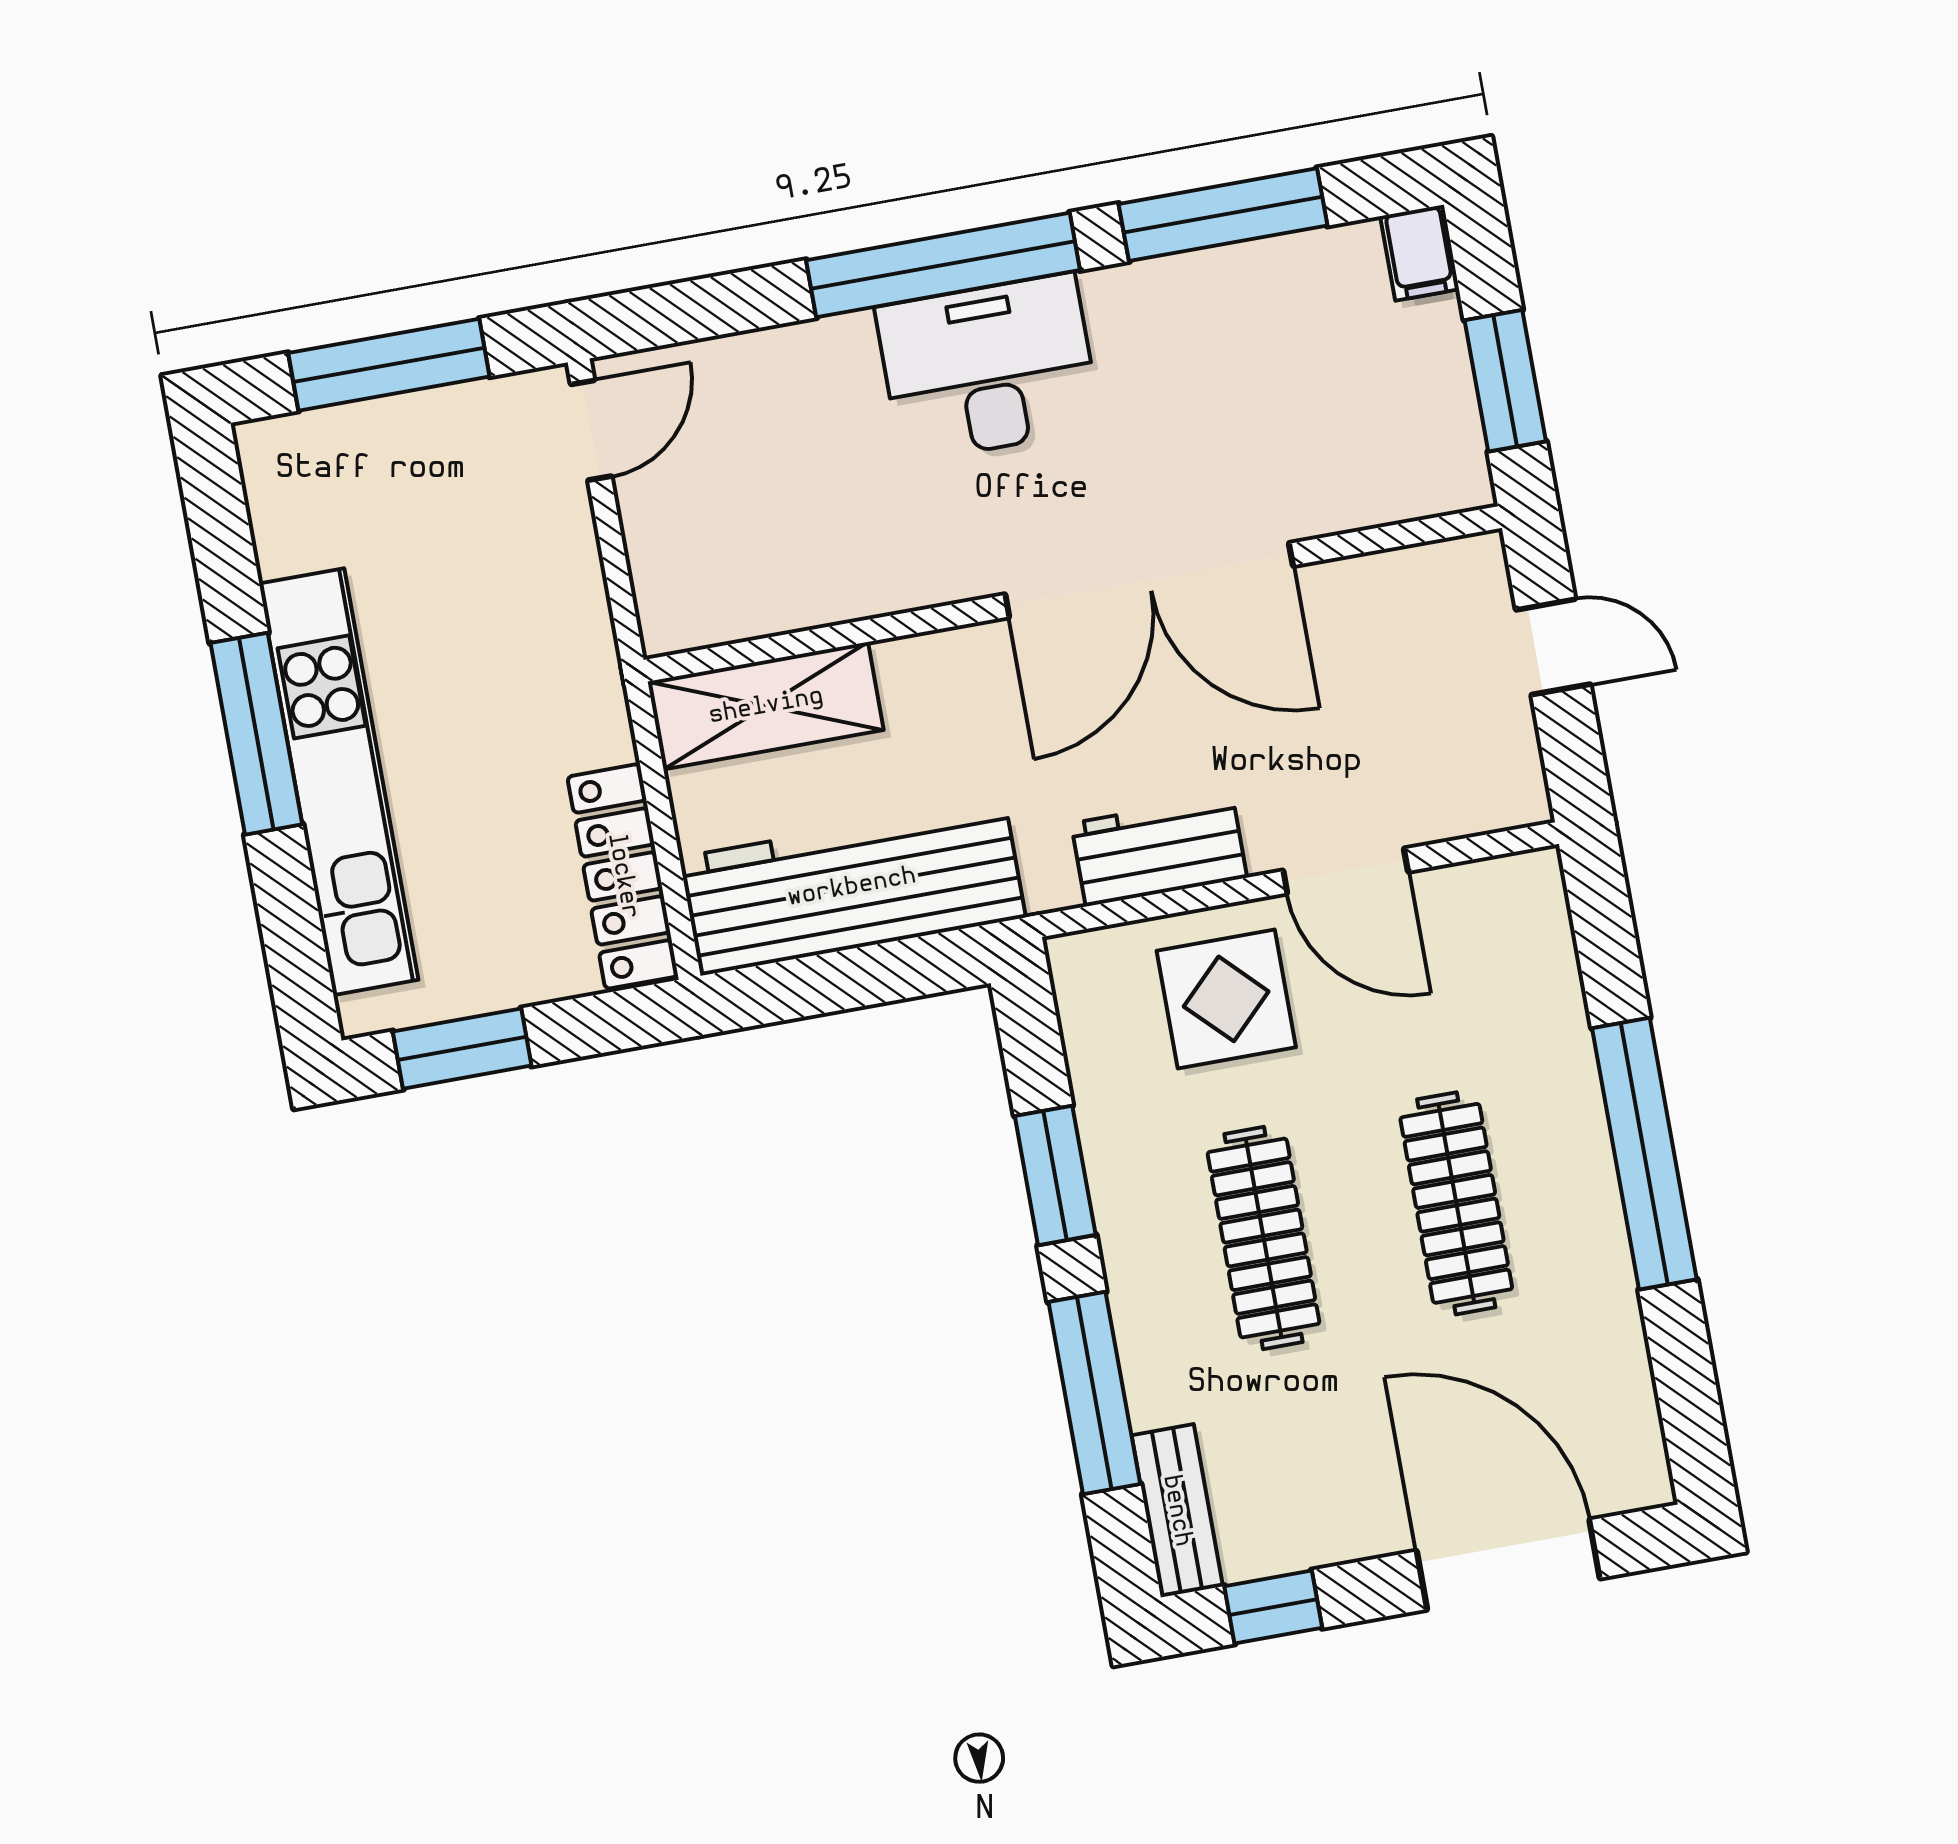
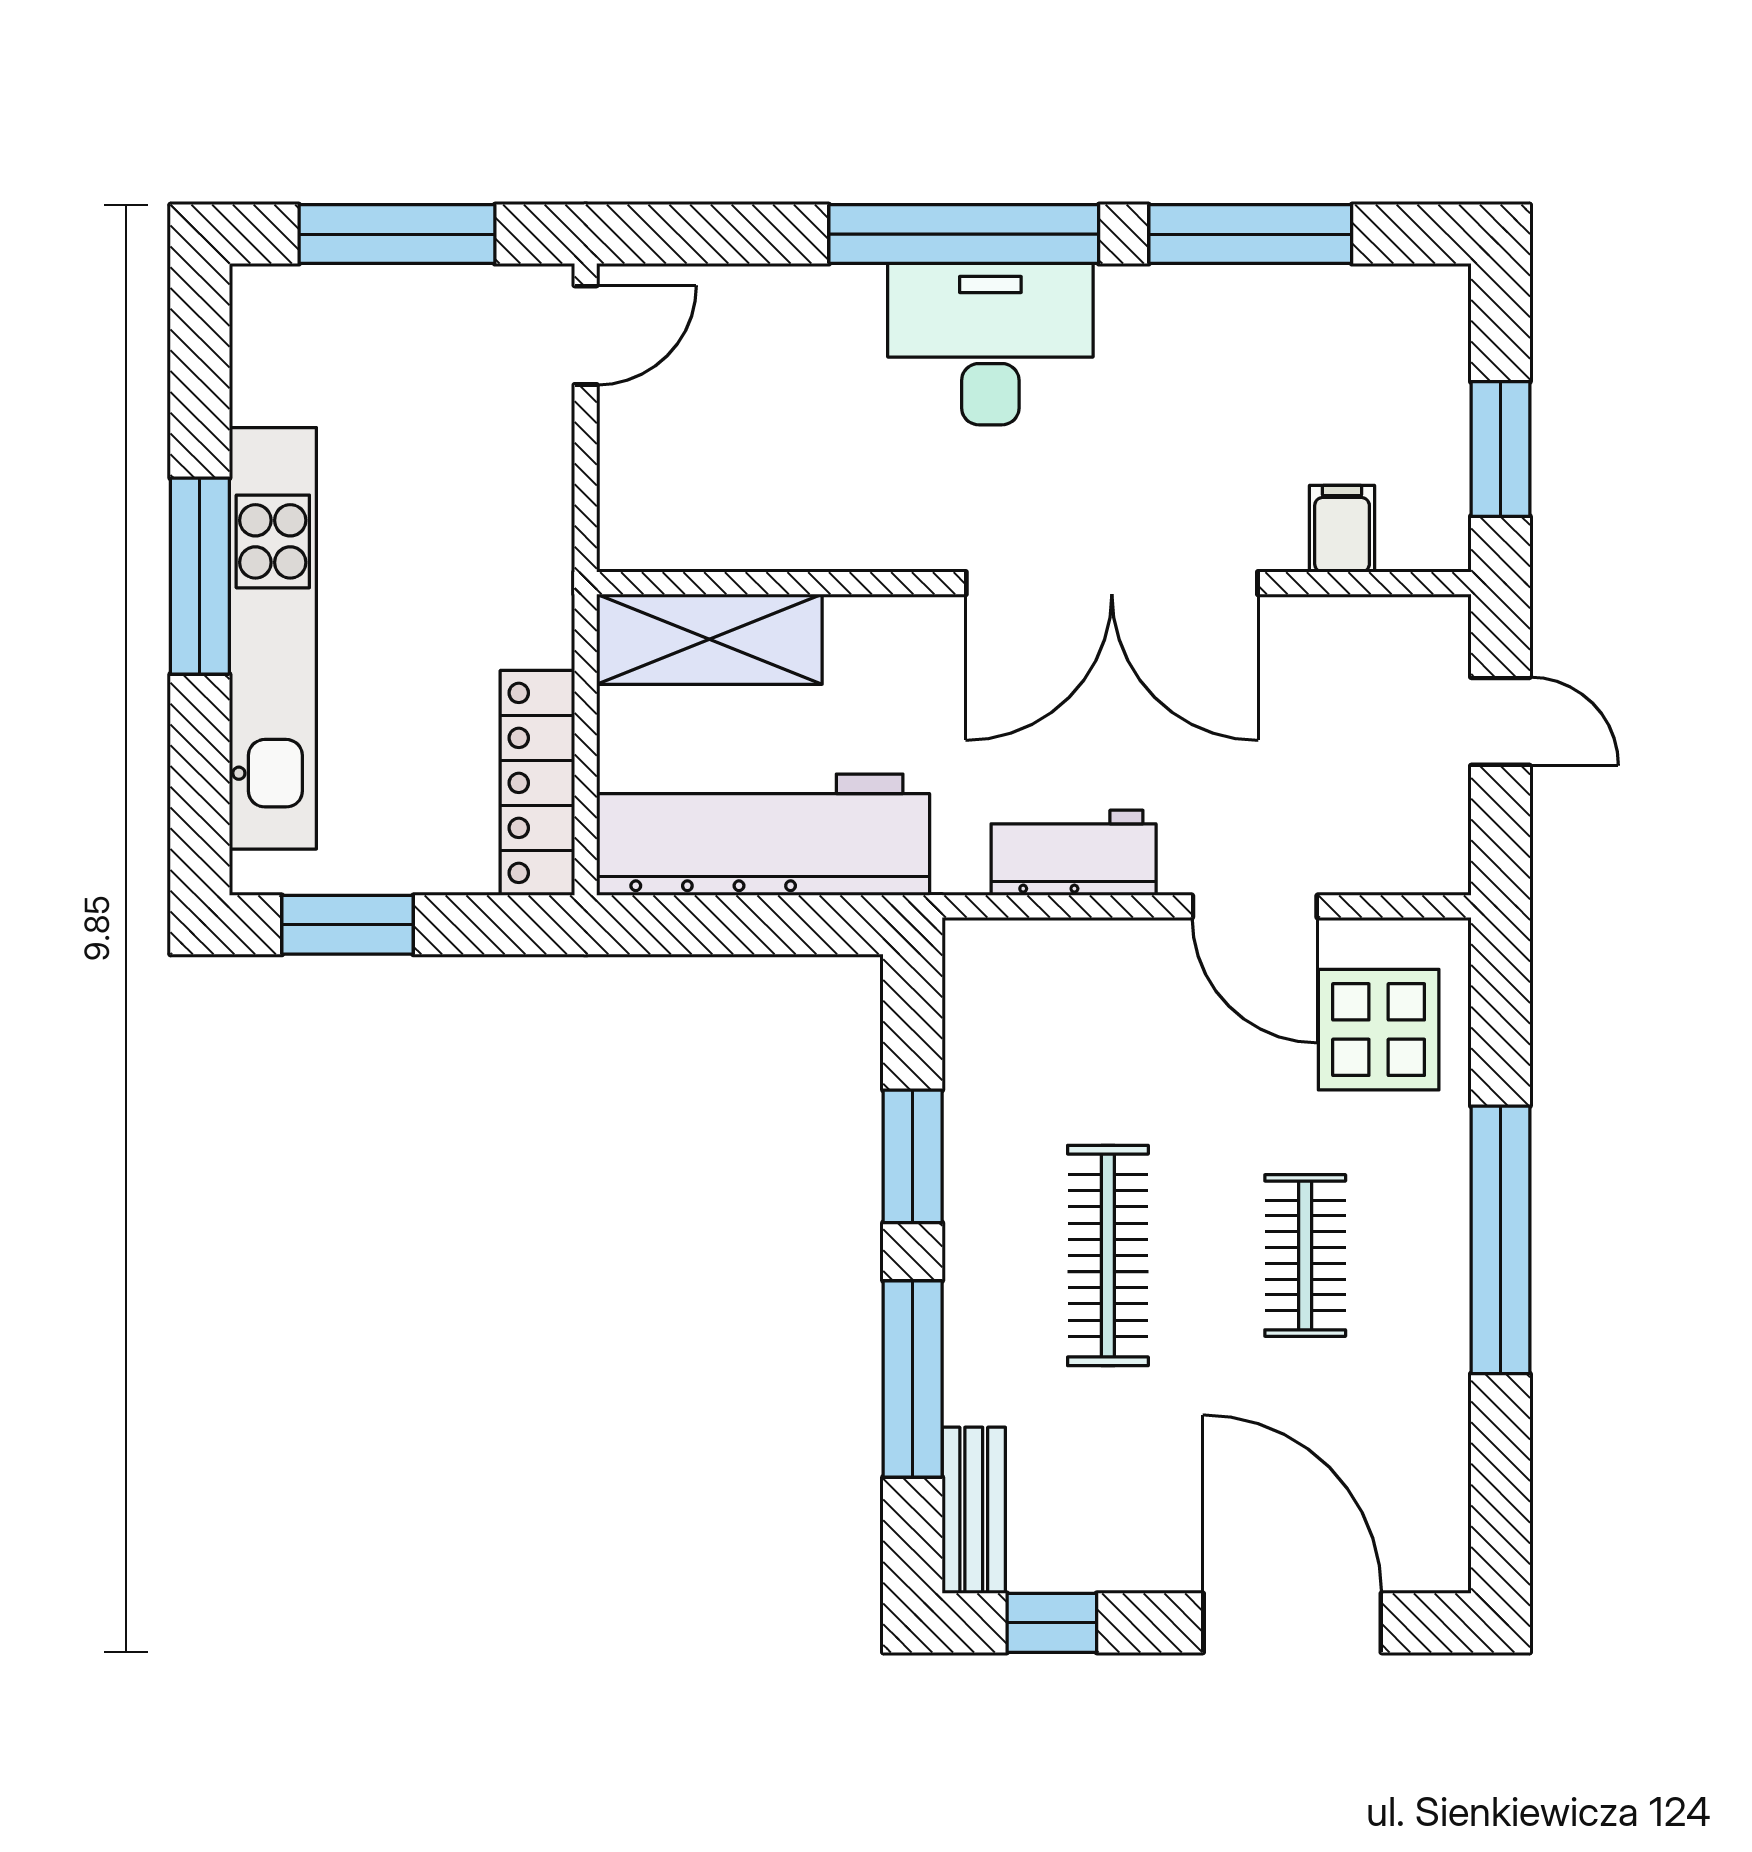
filing cabinet: (1420, 253) -> (1342, 529), moved, turned 180
display table: (1226, 999) -> (1379, 1030), moved
clothes rail: (1456, 1203) -> (1305, 1255), width x0.73

